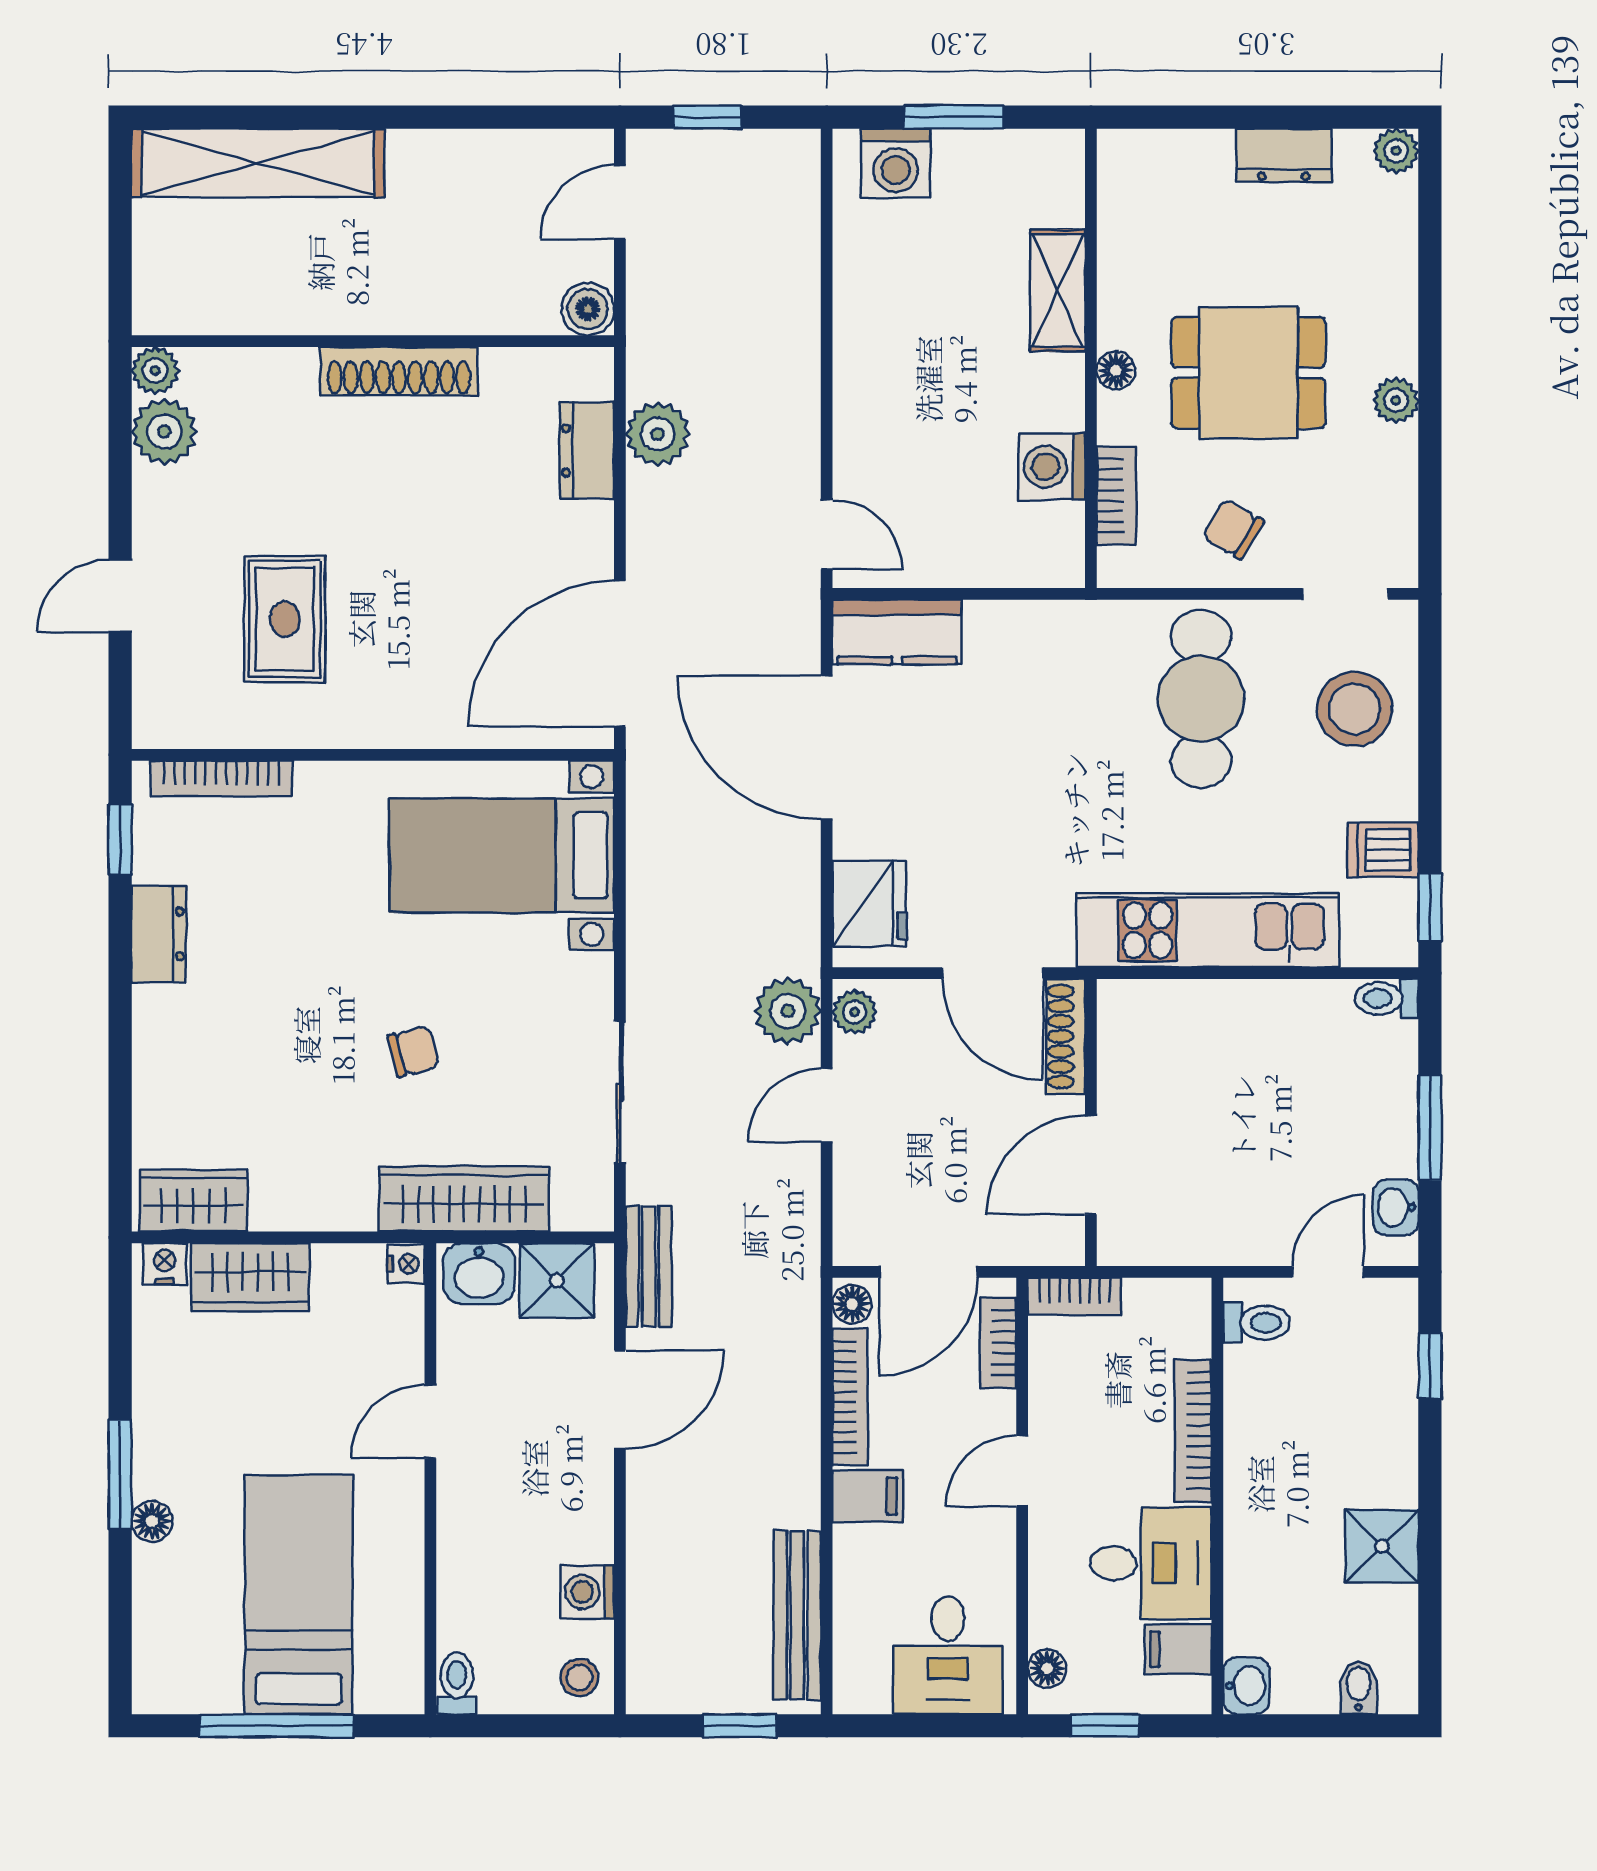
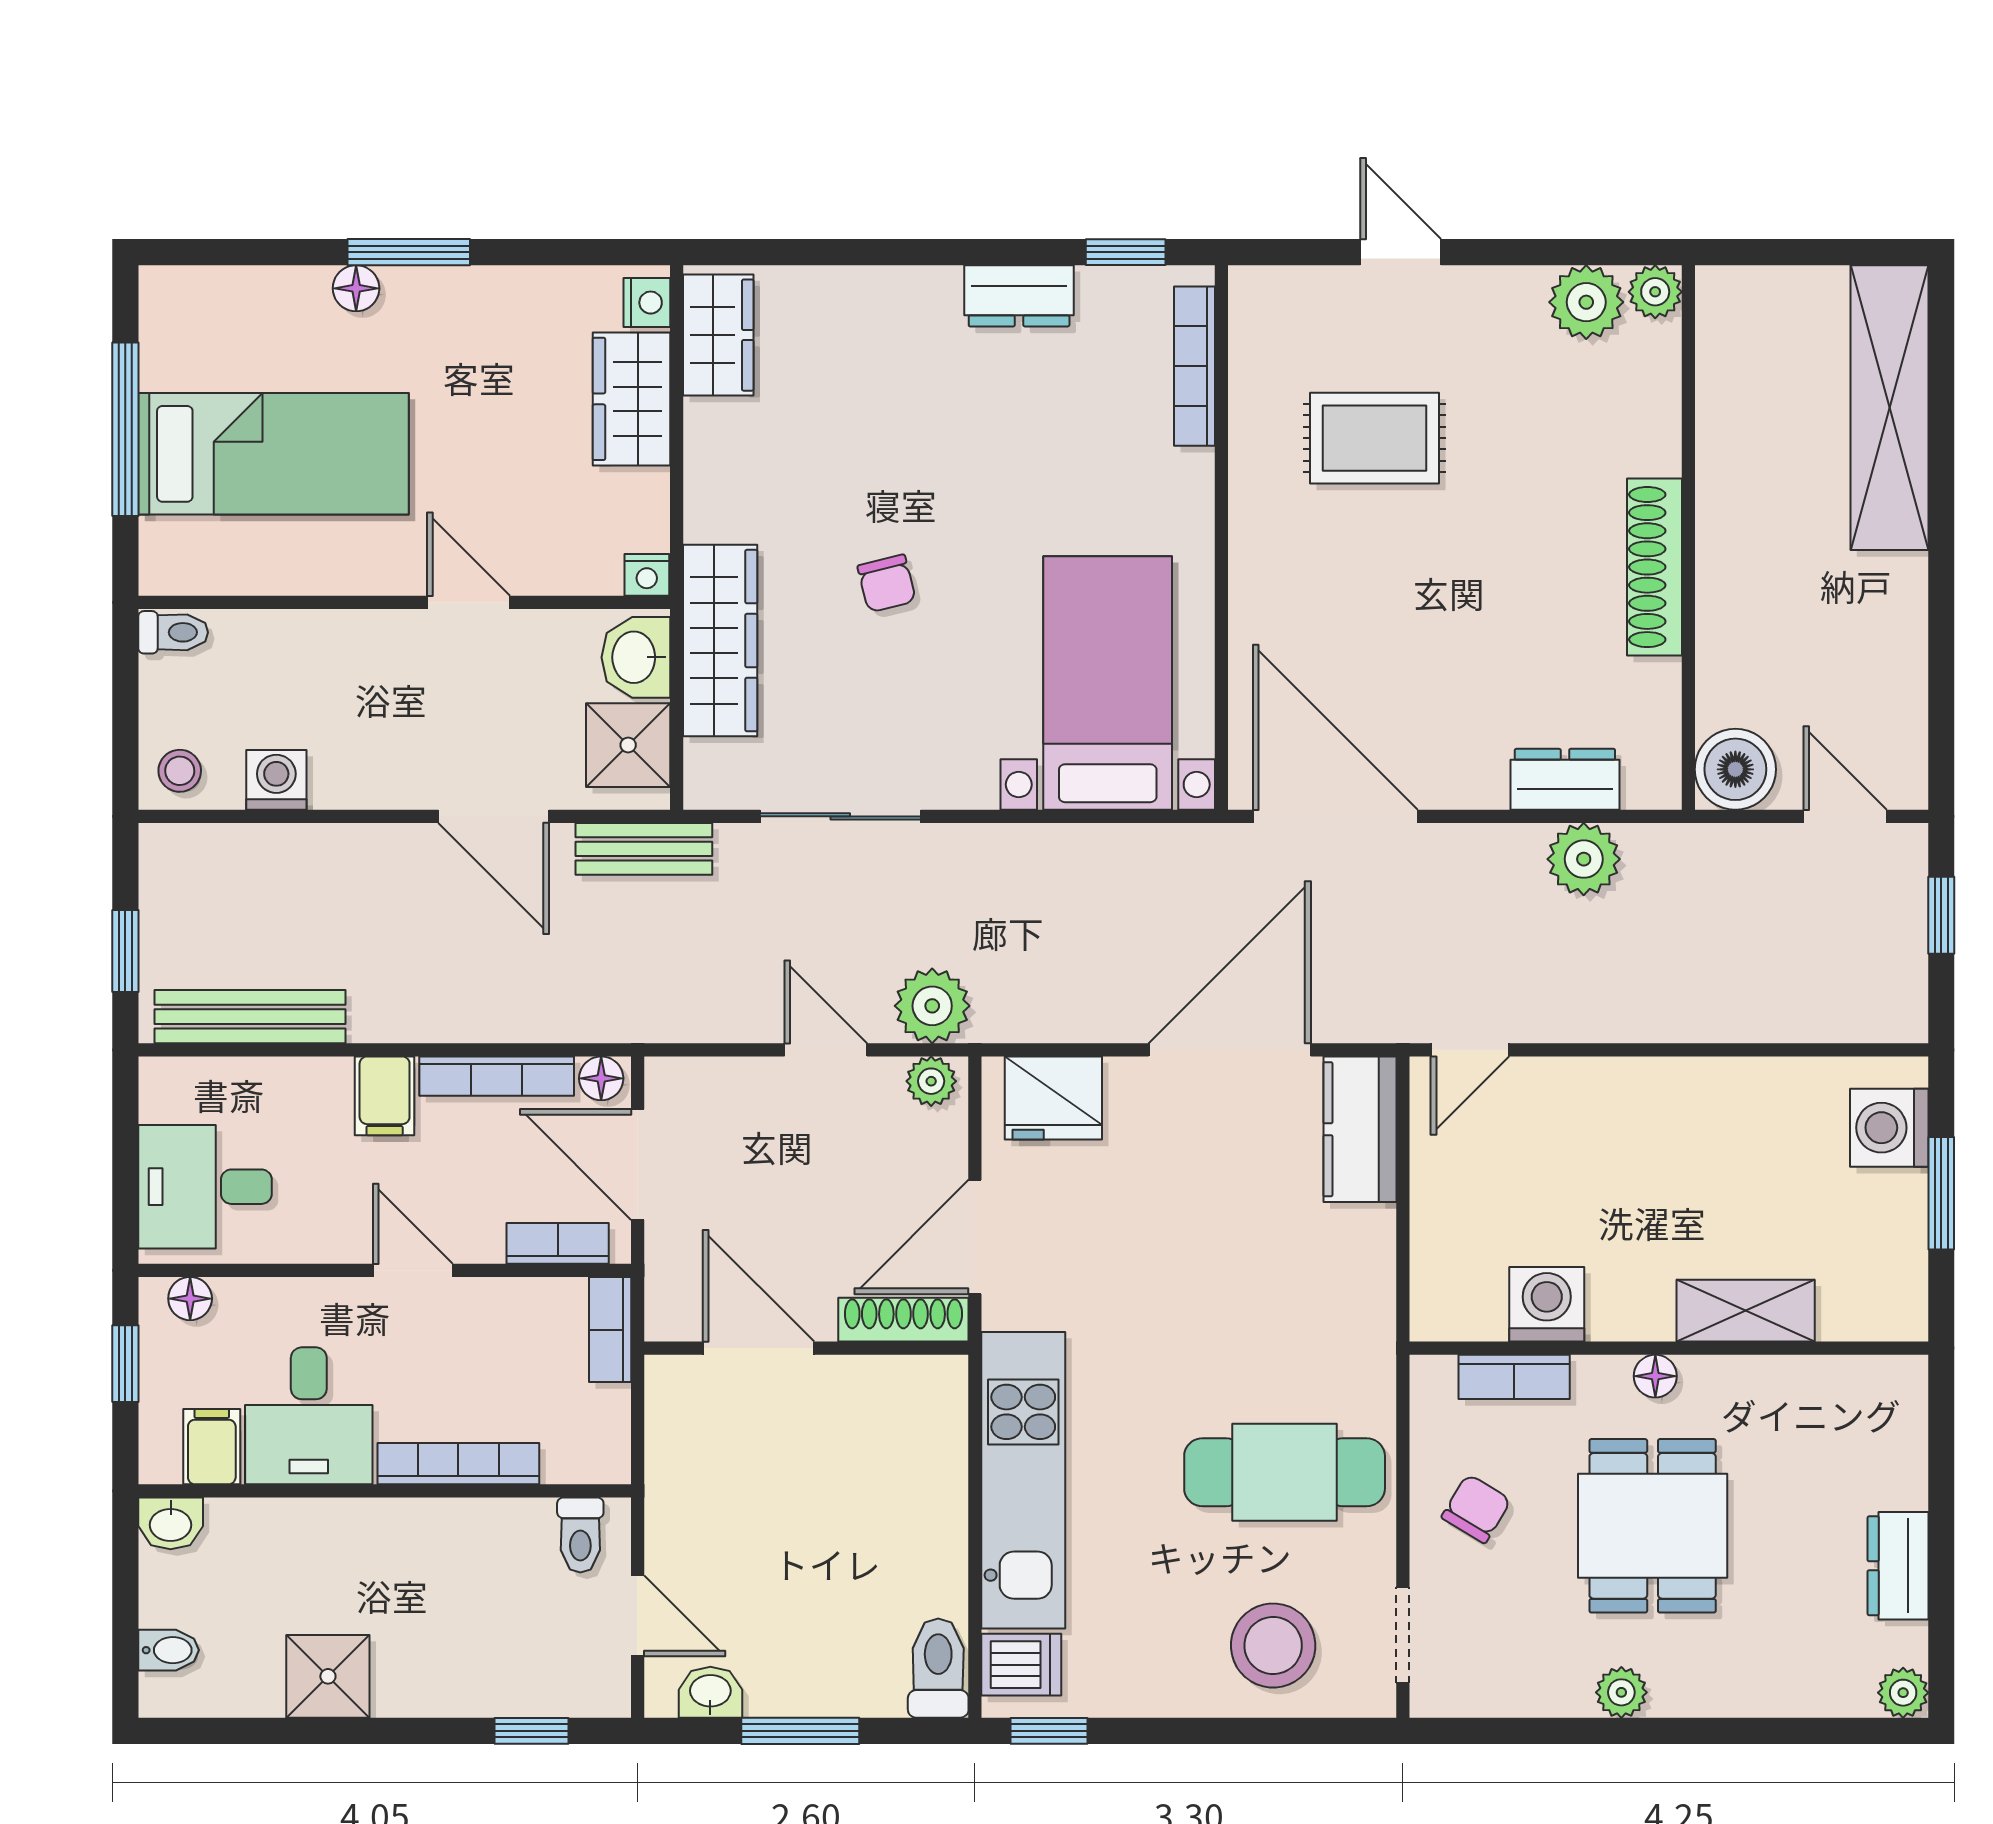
boiler: (588, 309) -> (1735, 769), width x1.36, depth x1.36
dishwasher: (1383, 850) -> (1021, 1665), moved, turned 90
toilet: (1387, 998) -> (938, 1668), width x1.37, depth x1.39

